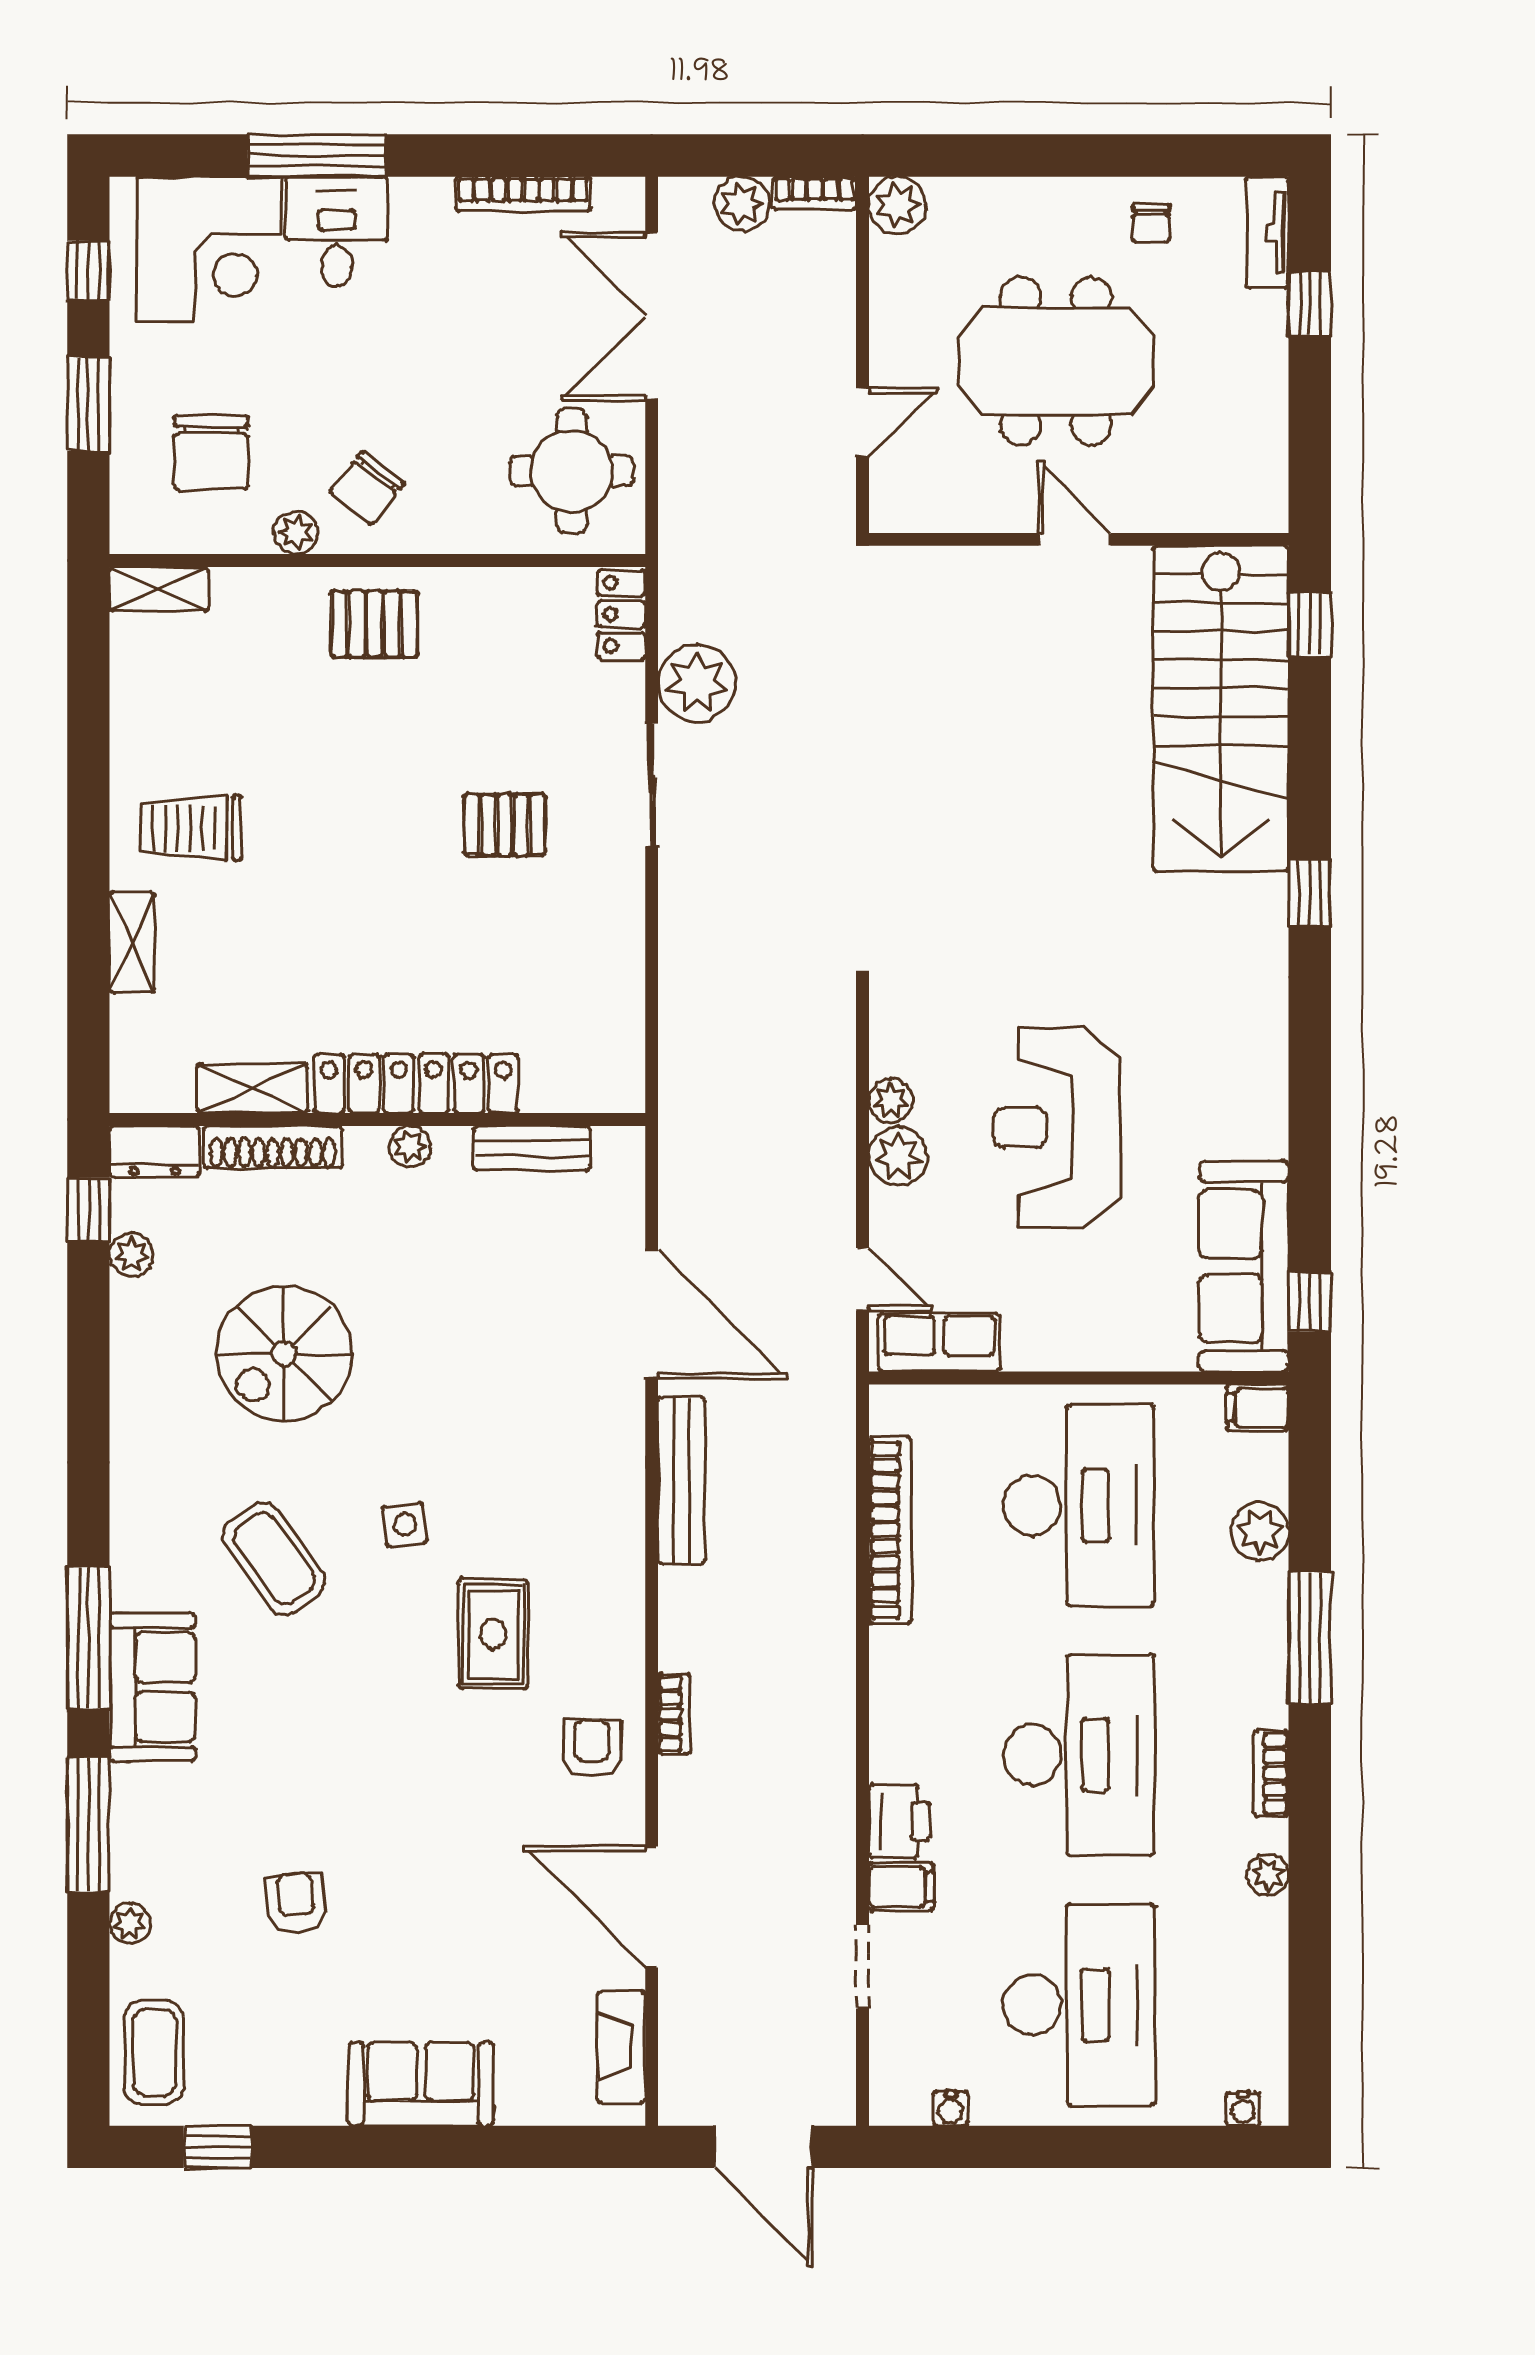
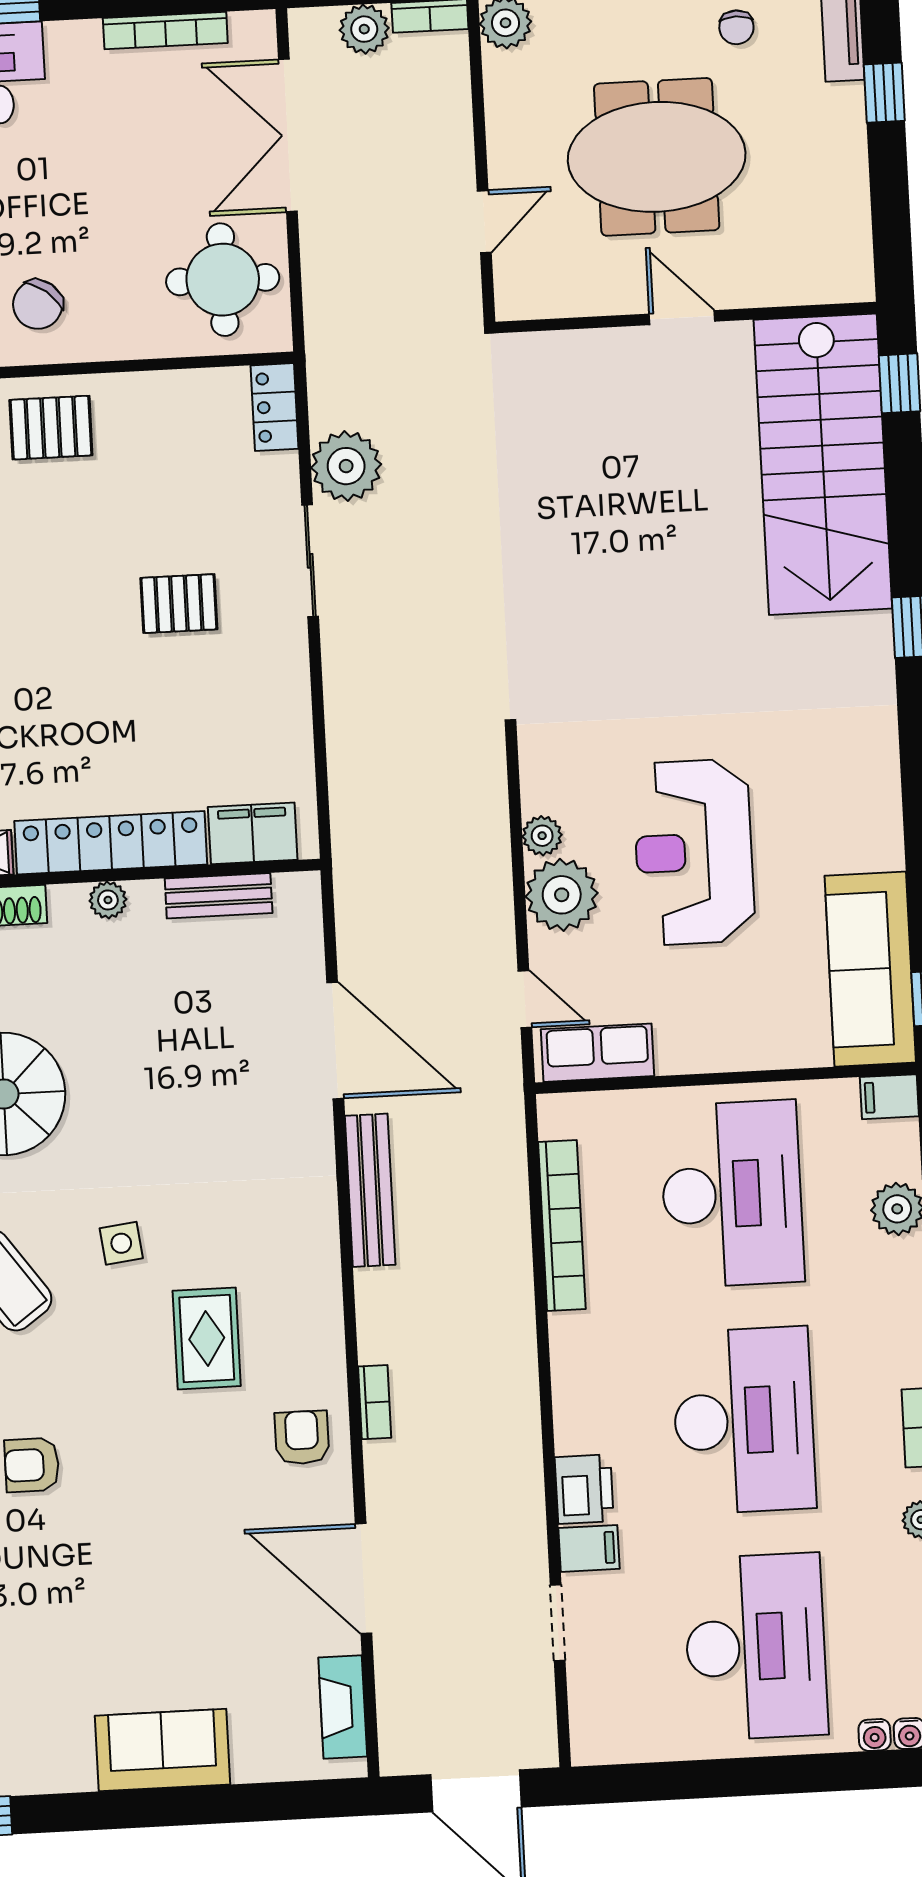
filing cabinet: (573, 1081) -> (253, 833), added
plant: (898, 1156) -> (562, 895), width x1.36, depth x1.36
armchair: (296, 1903) -> (32, 1465), moved, turned -85
water cooler: (951, 2108) -> (875, 1735), moved

